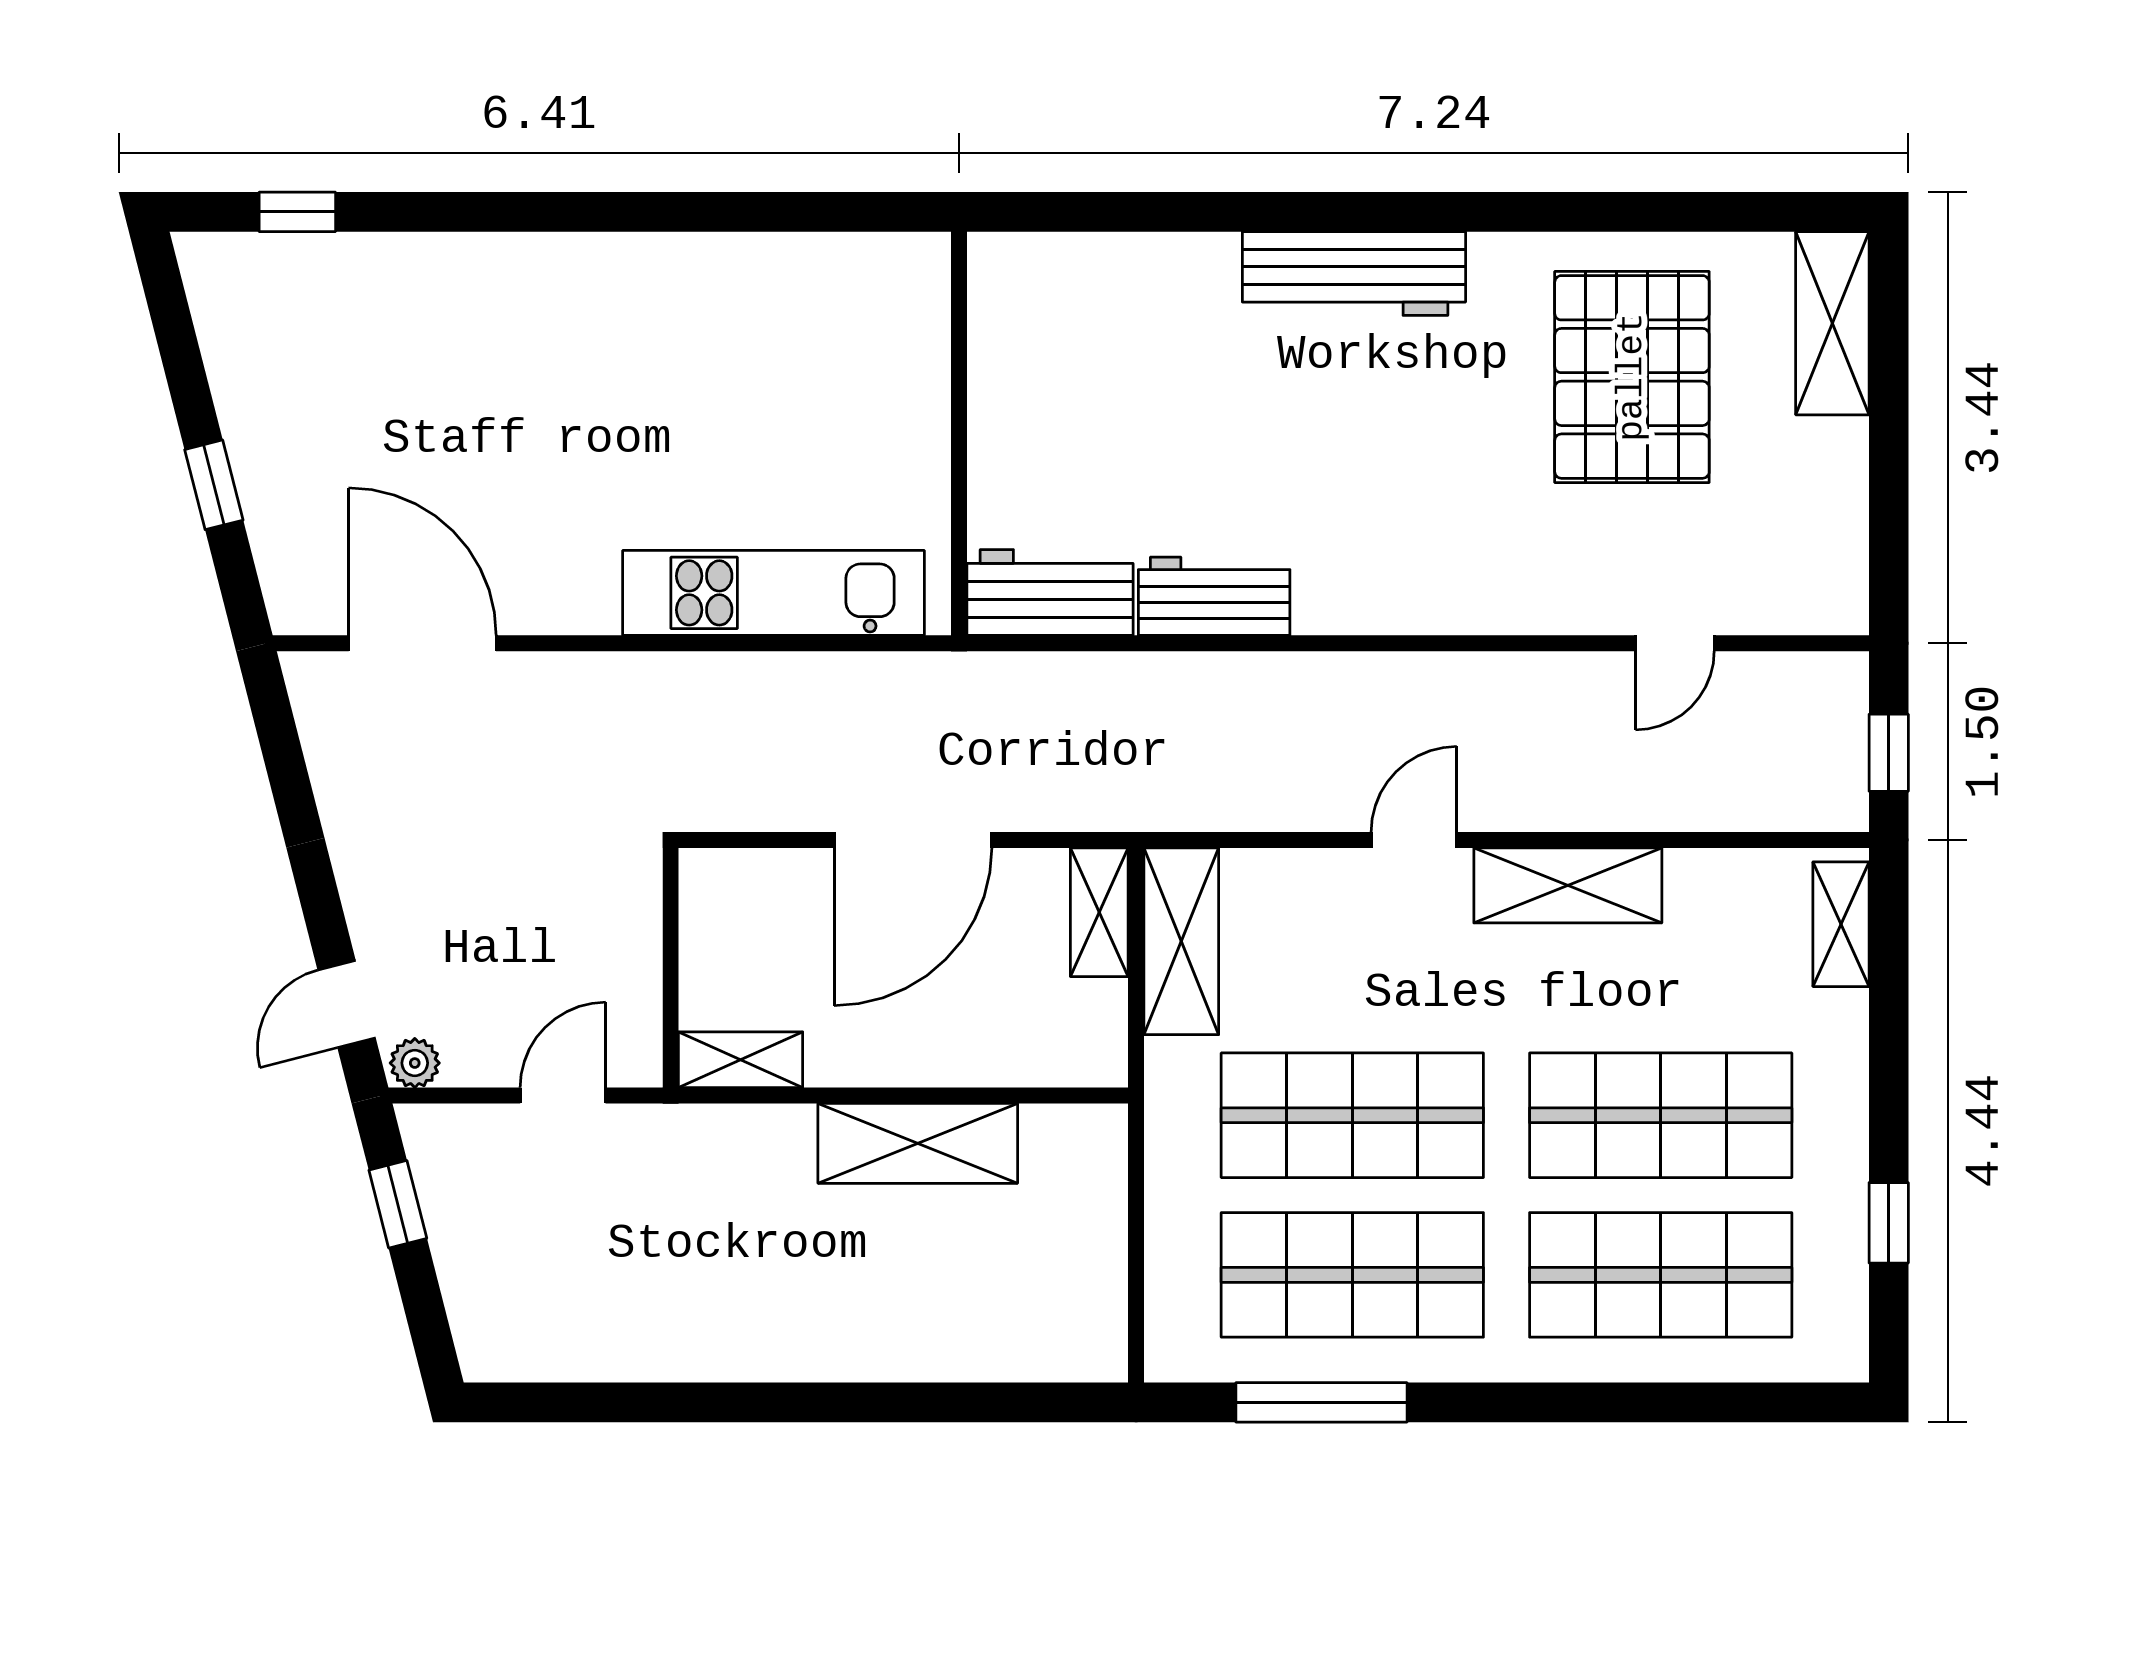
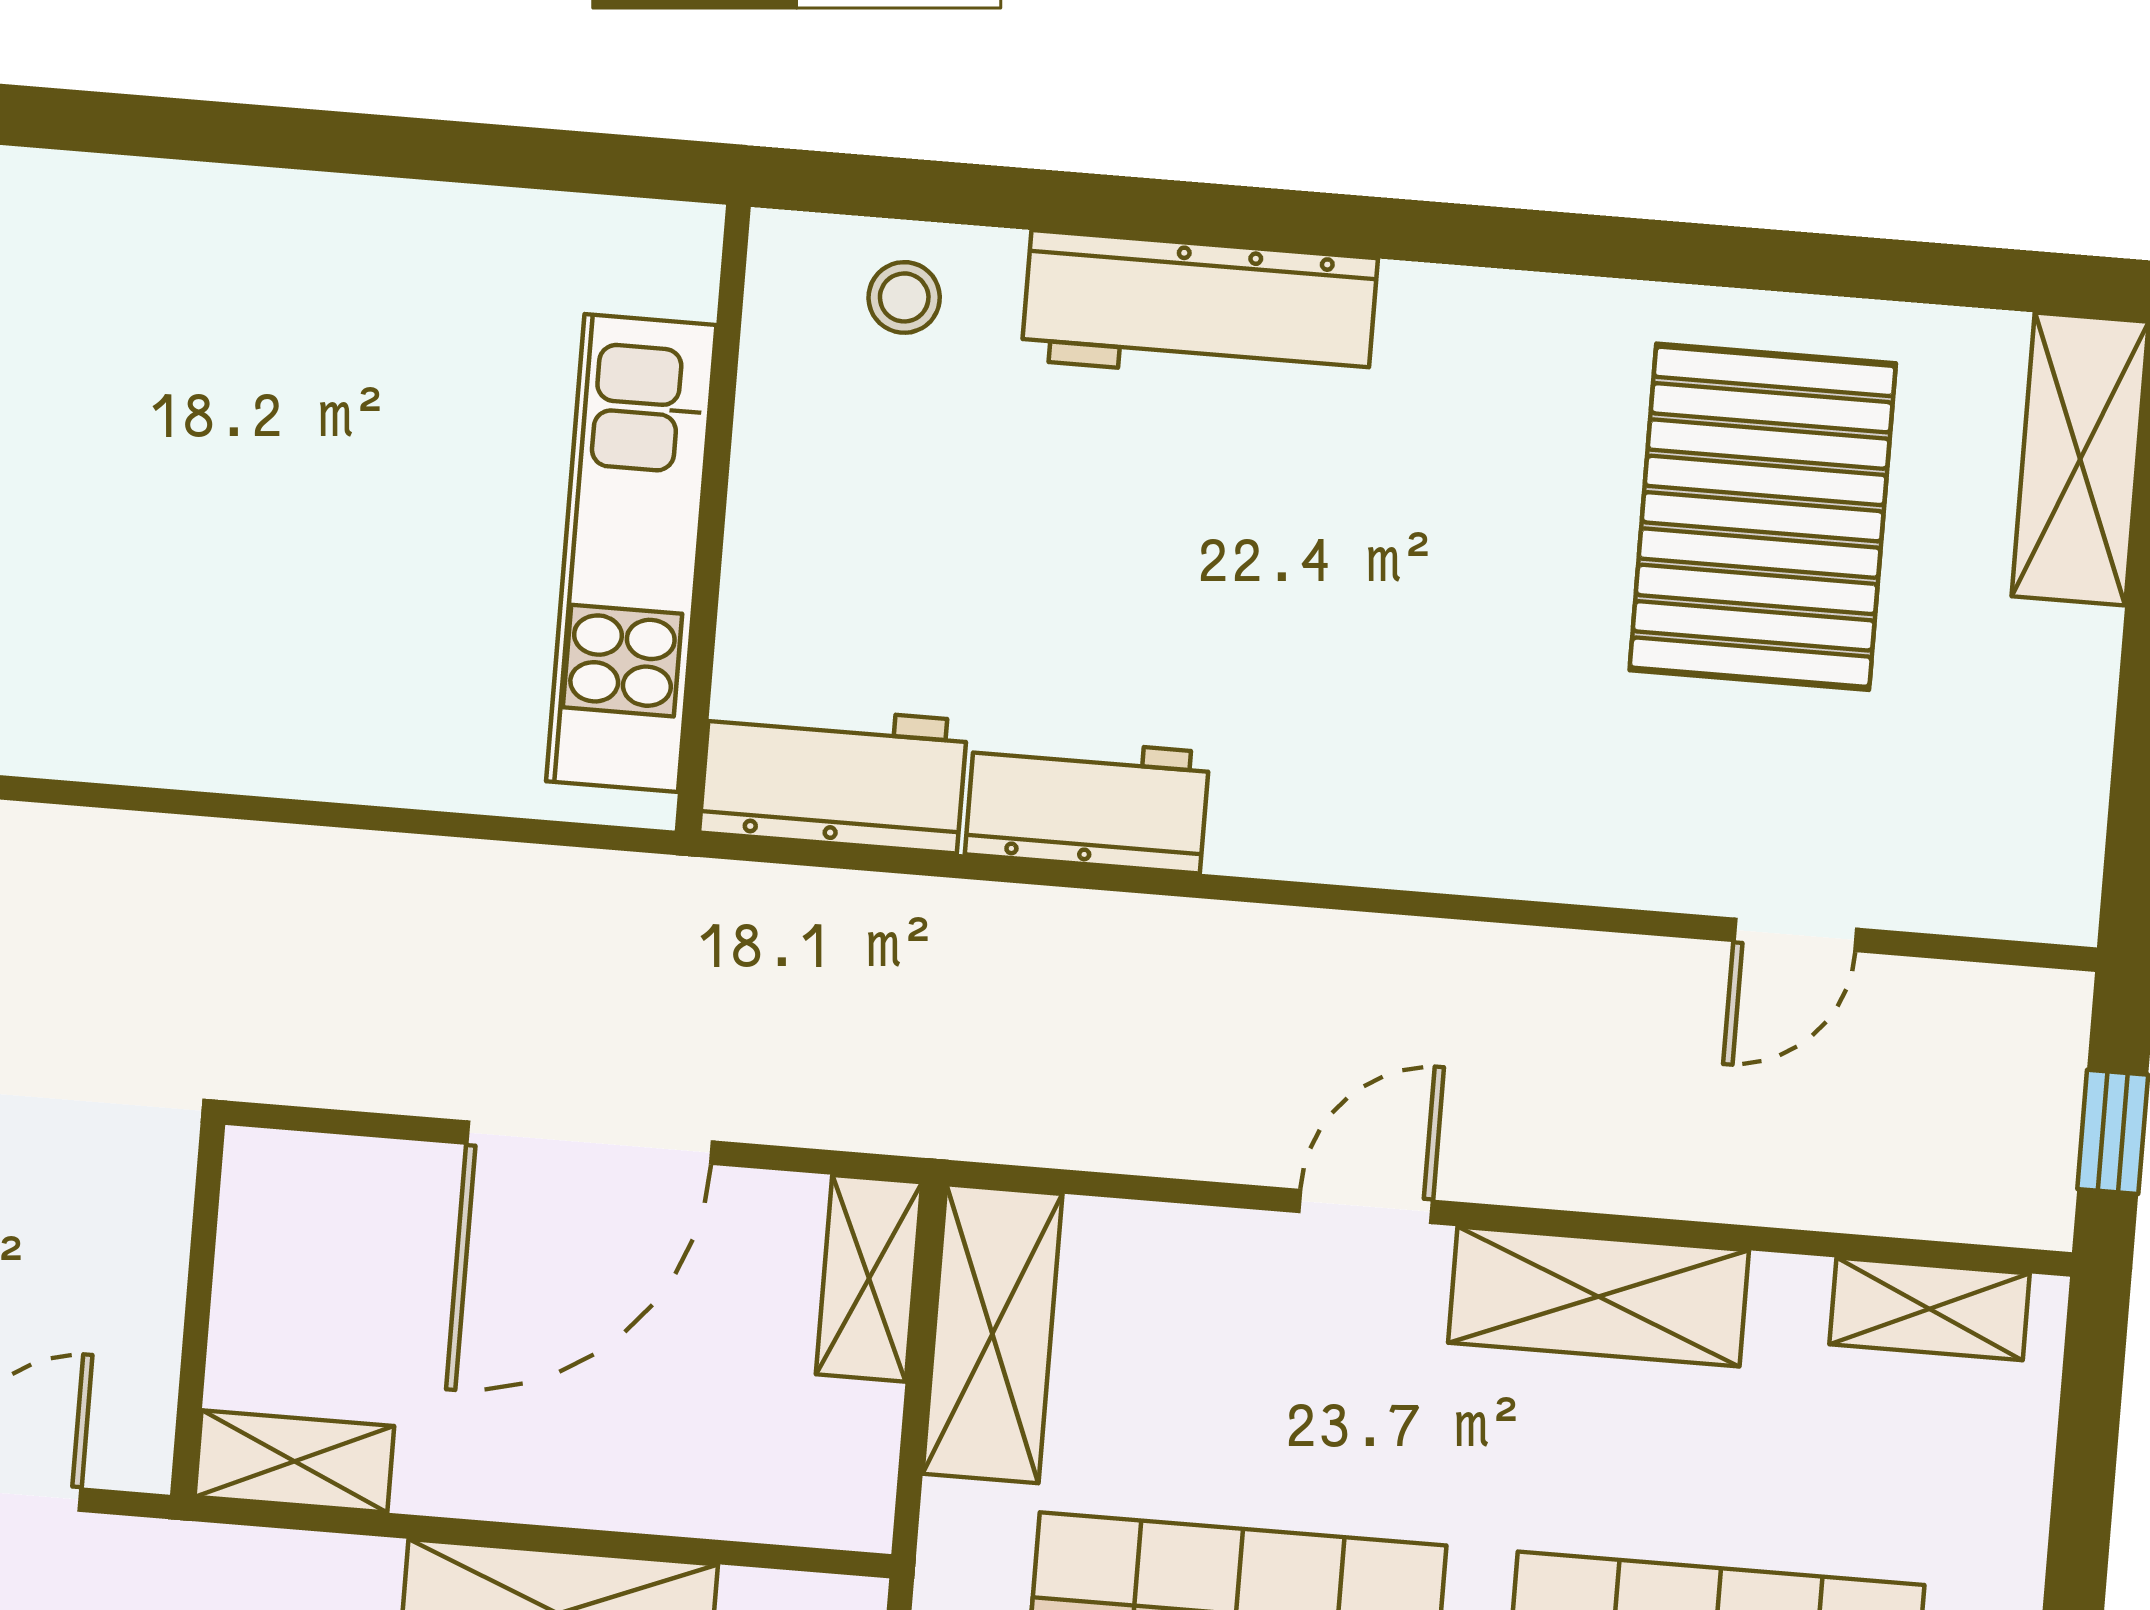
workbench: (1354, 274) -> (1199, 309), moved
stool: (1070, 282) -> (904, 297), added
kitchen unit: (774, 593) -> (631, 553), moved, turned -90
shelving: (1841, 924) -> (1930, 1309), moved, turned 90

